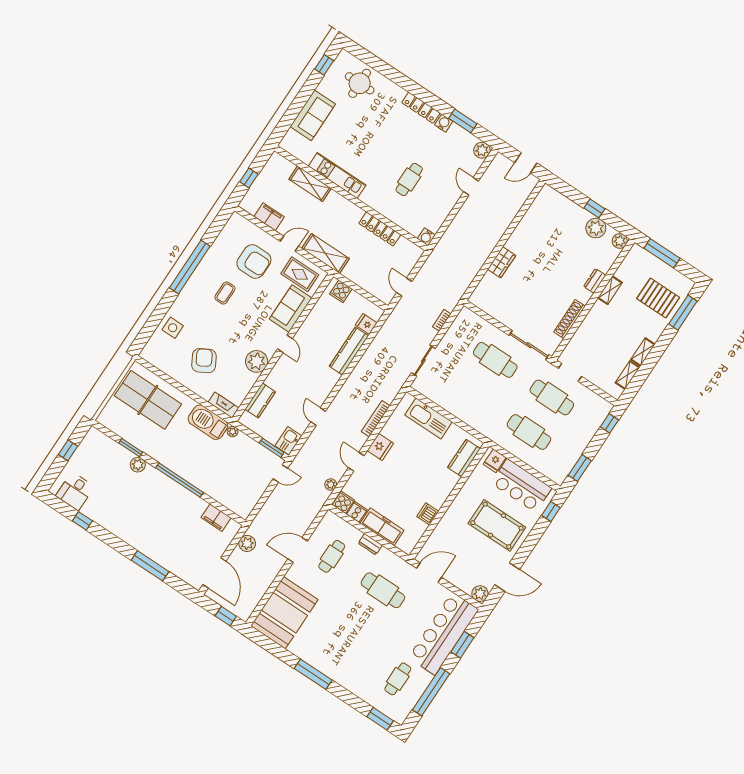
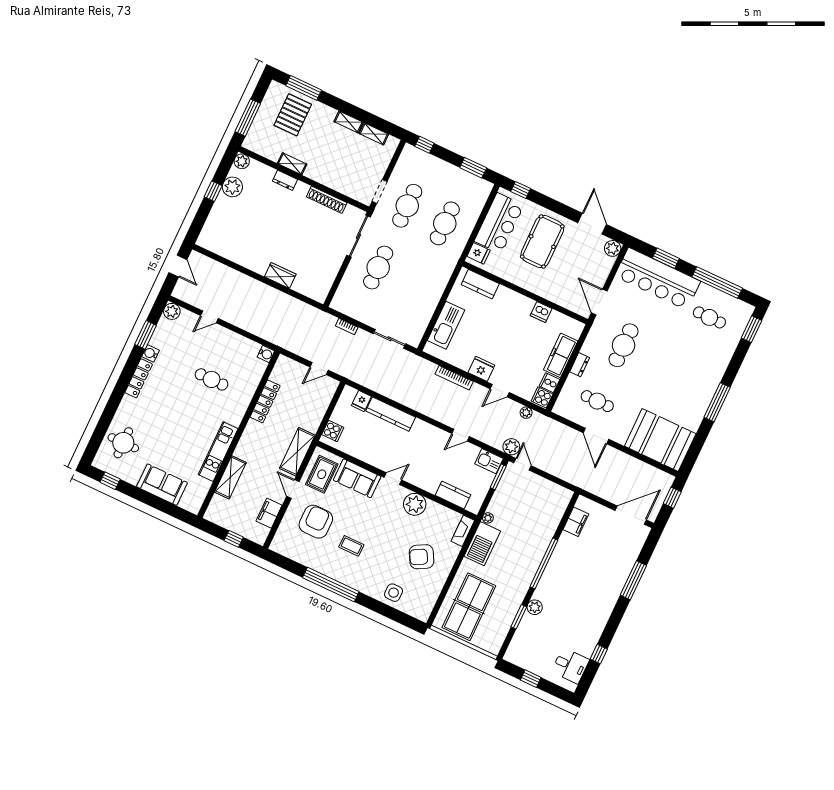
plant: (247, 543) -> (511, 447), moved

